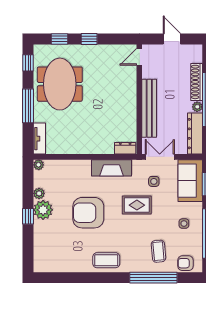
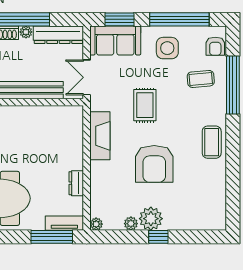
window: (28, 106) -> (52, 237), moved
dresser: (125, 148) -> (76, 183), moved
side table: (154, 181) -> (116, 85), removed
side table: (184, 224) -> (167, 48), width x1.87, depth x1.87

